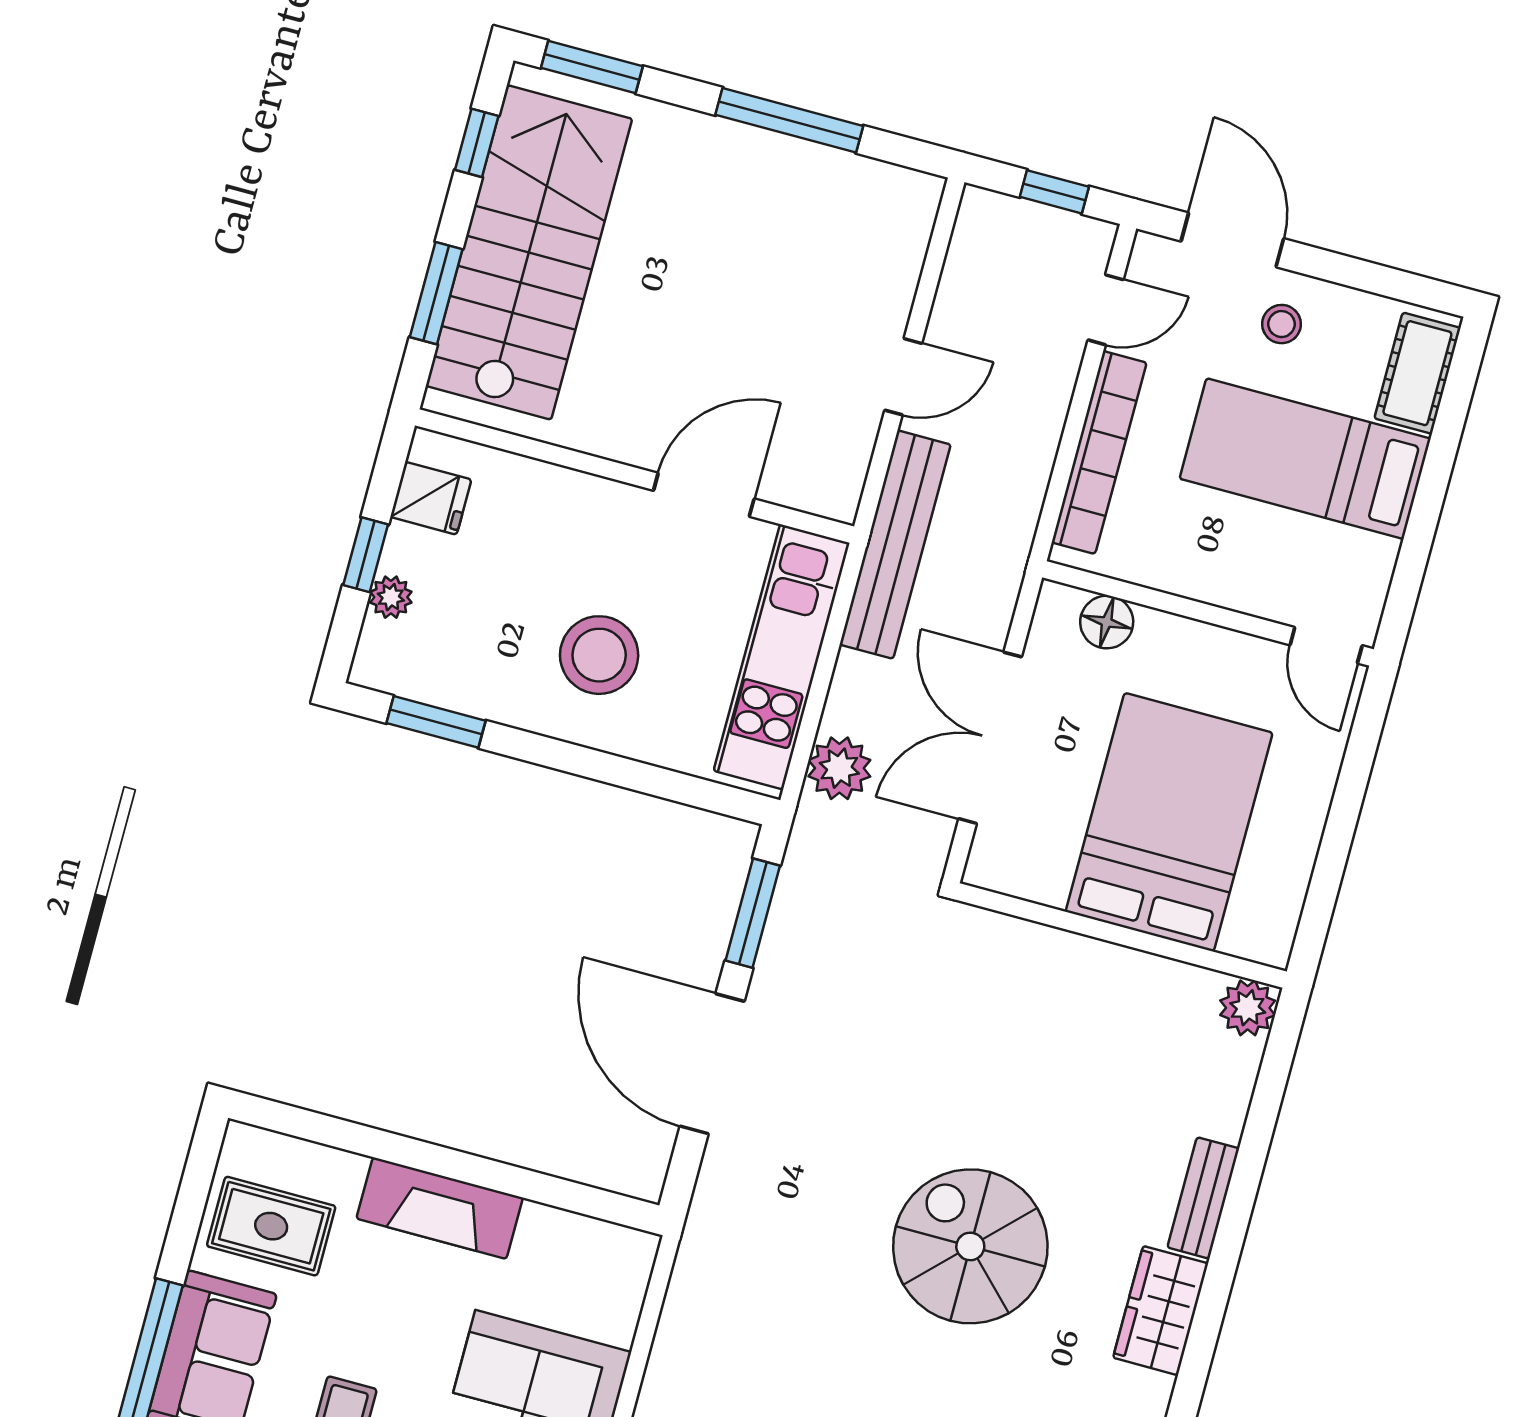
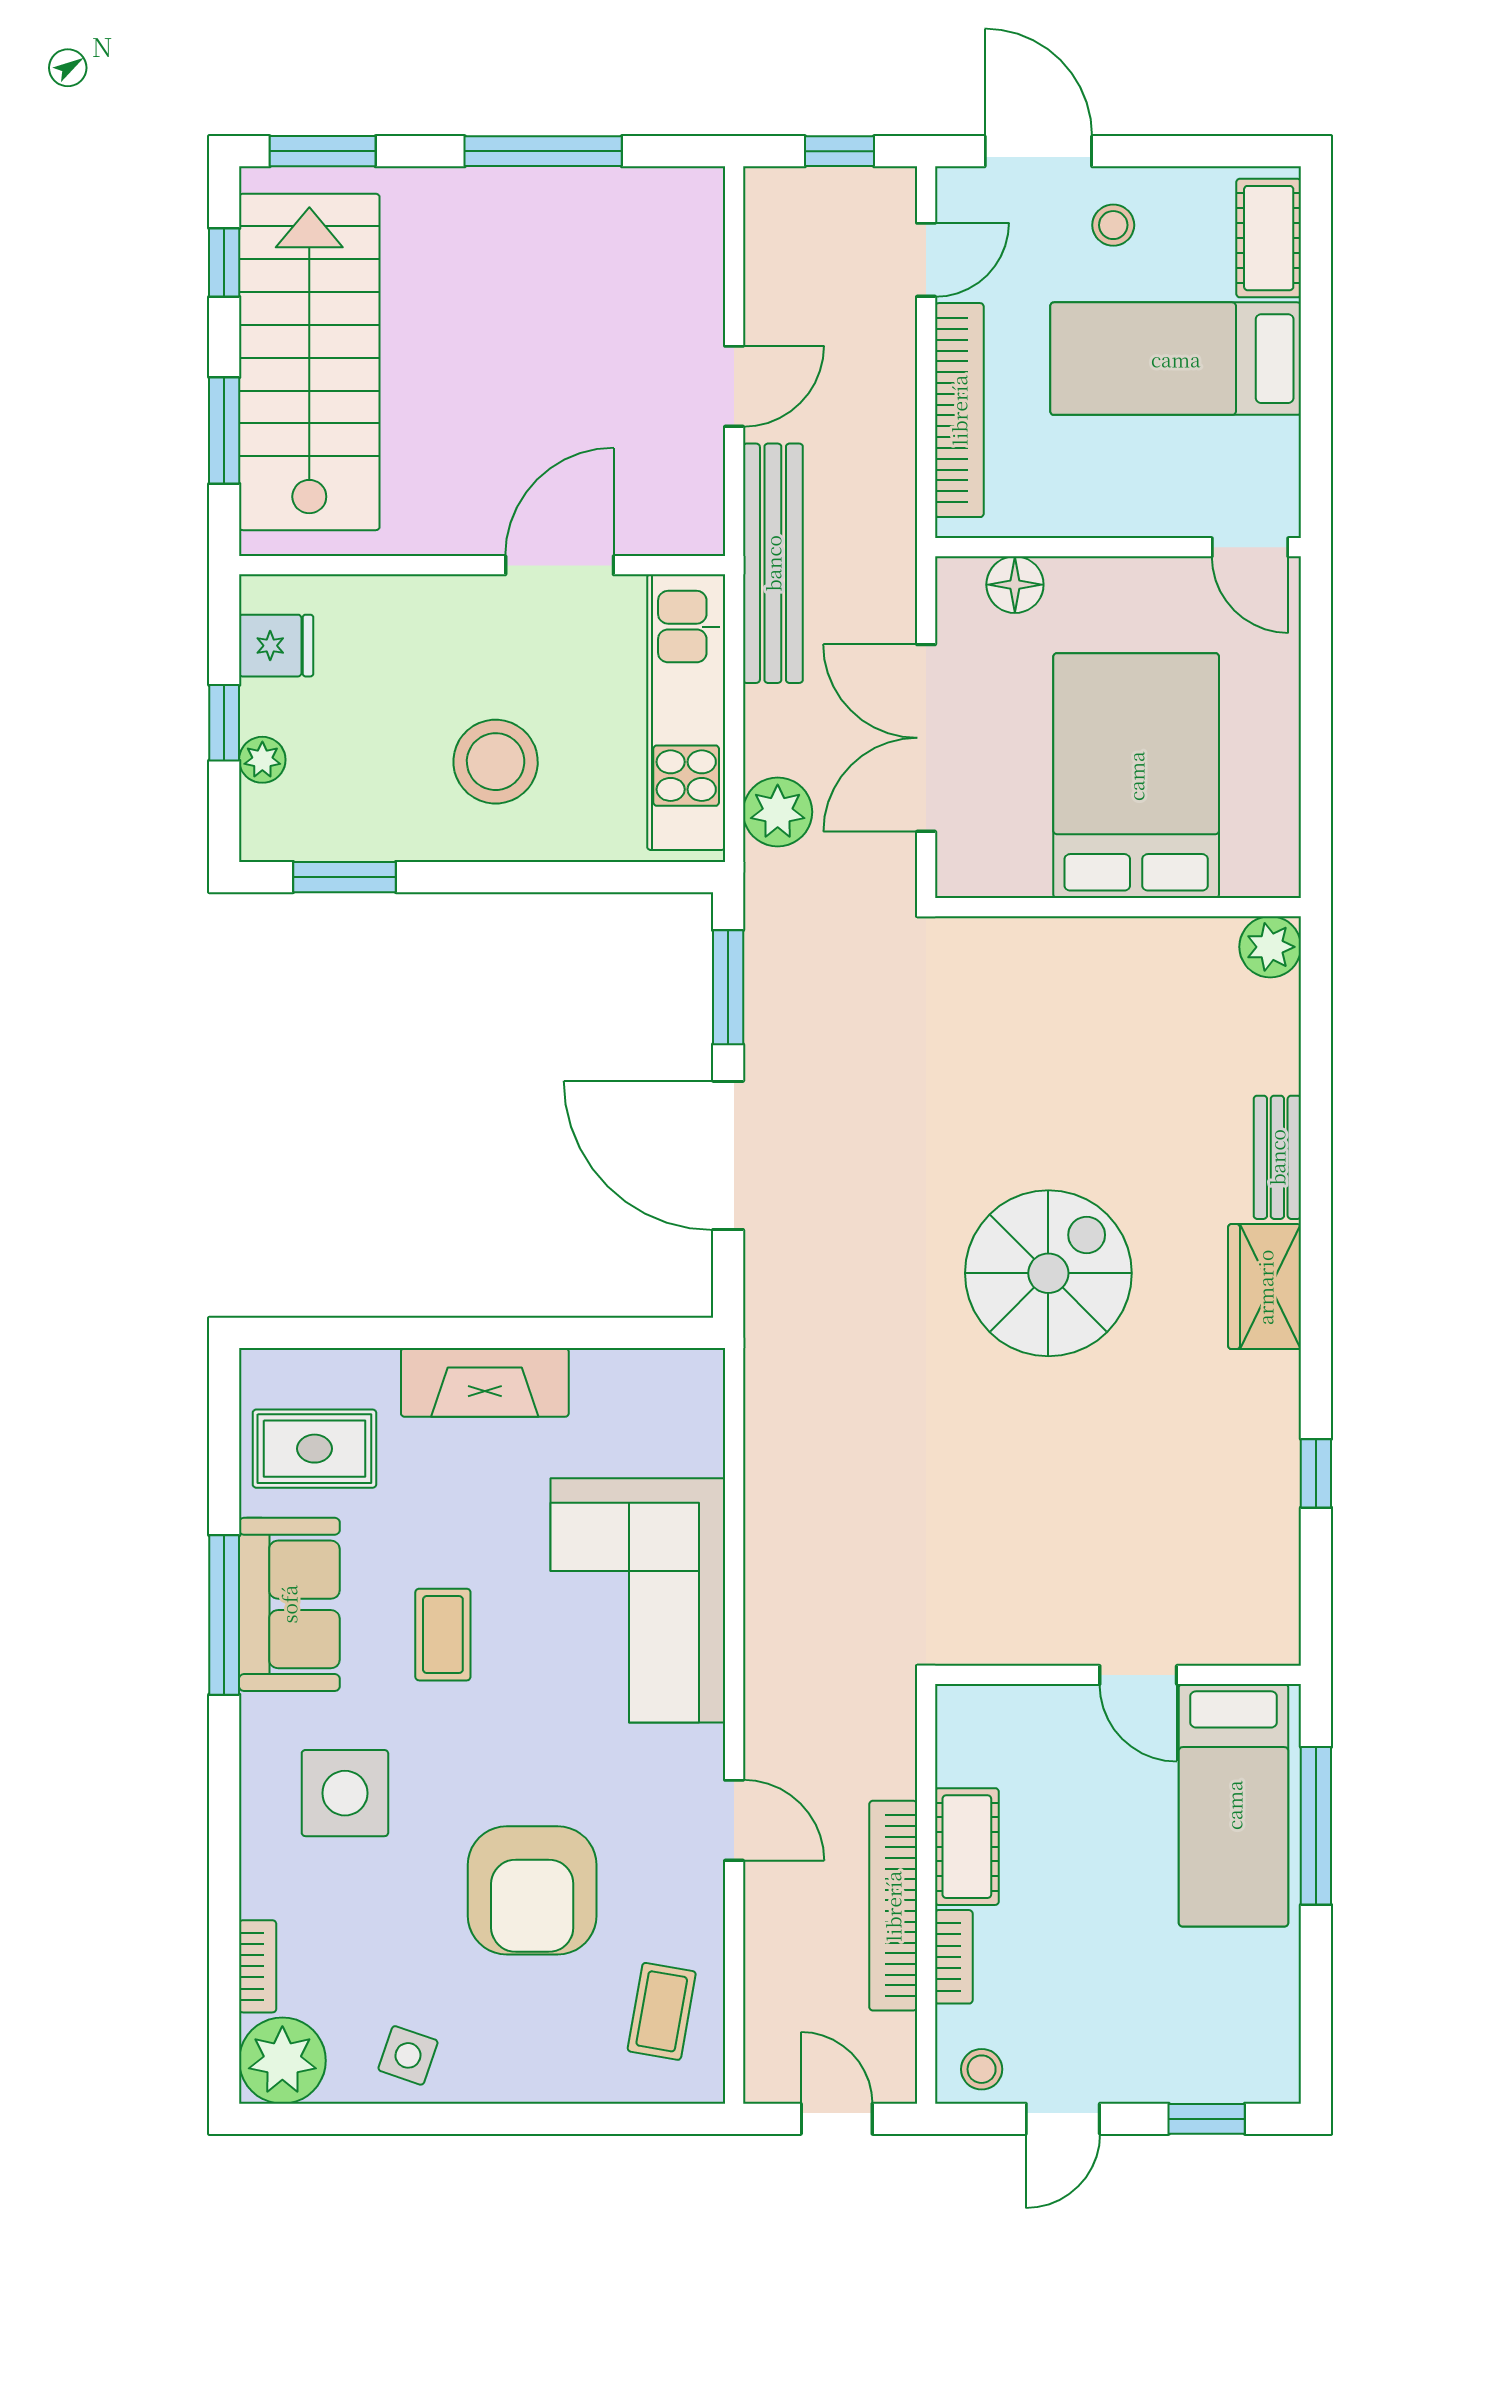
spiral stairs: (970, 1246) -> (1048, 1273), turned 90

